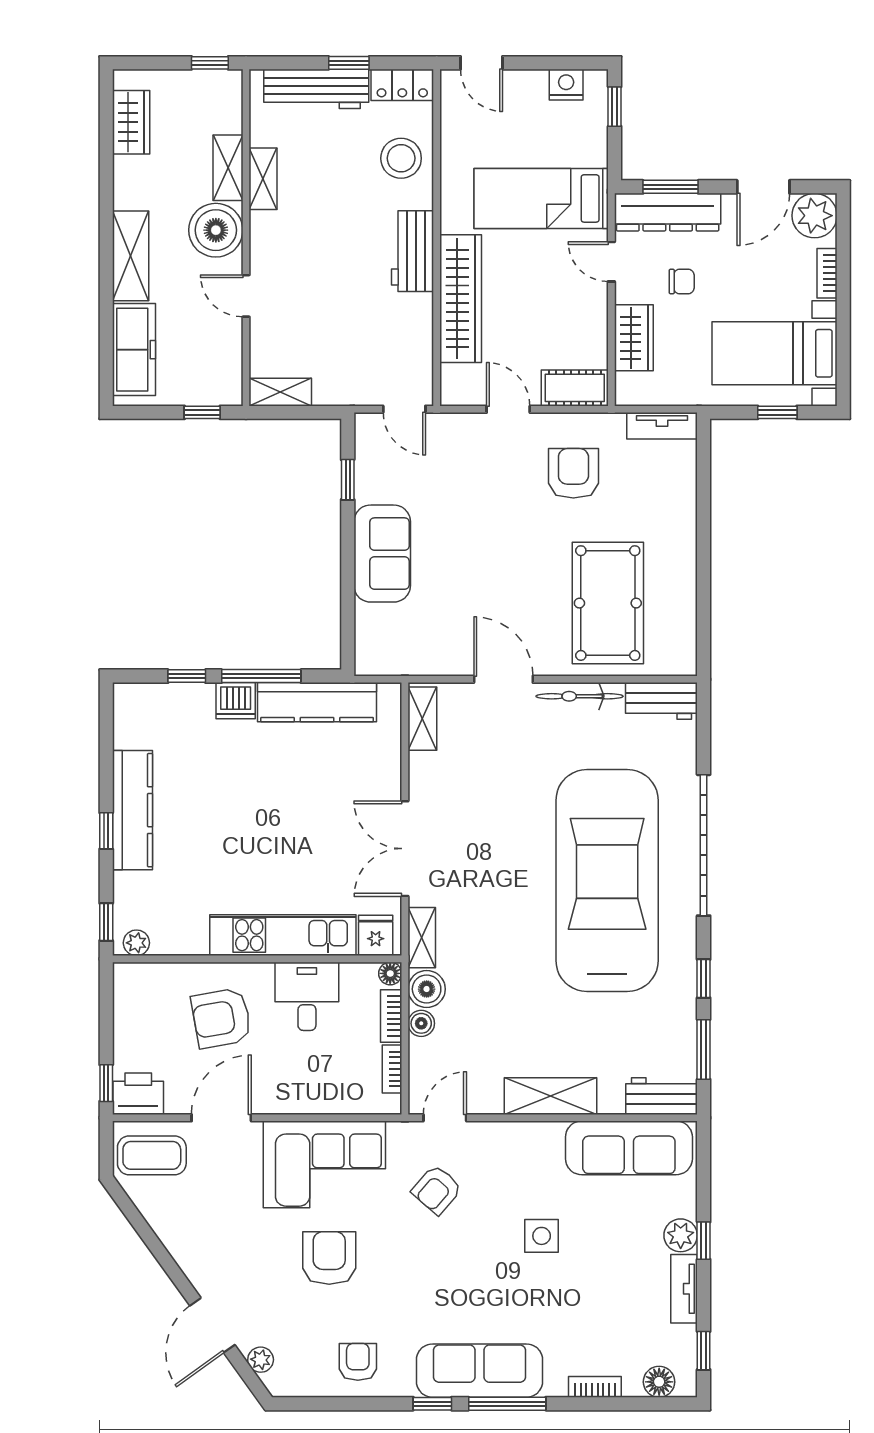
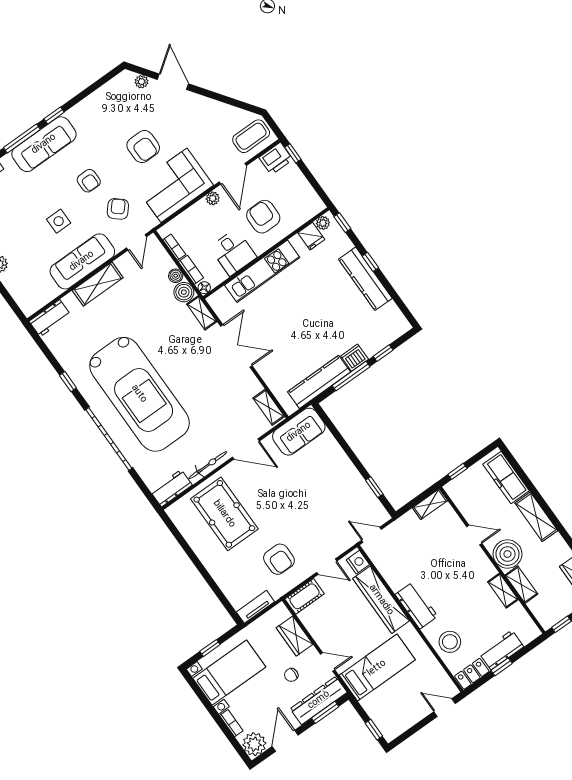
nightstand: (566, 85) -> (358, 562), moved, turned -90
workbench: (316, 89) -> (502, 650), width x0.73
sofa: (382, 554) -> (299, 432), moved, turned -90
fridge: (376, 935) -> (311, 236), moved
armchair: (221, 1018) -> (263, 217), turned -80
window: (704, 1049) -> (46, 351), removed
plant: (279, 1102) -> (213, 198), added
sofa: (629, 1148) -> (82, 261), moved
armchair: (358, 1362) -> (89, 181), moved

